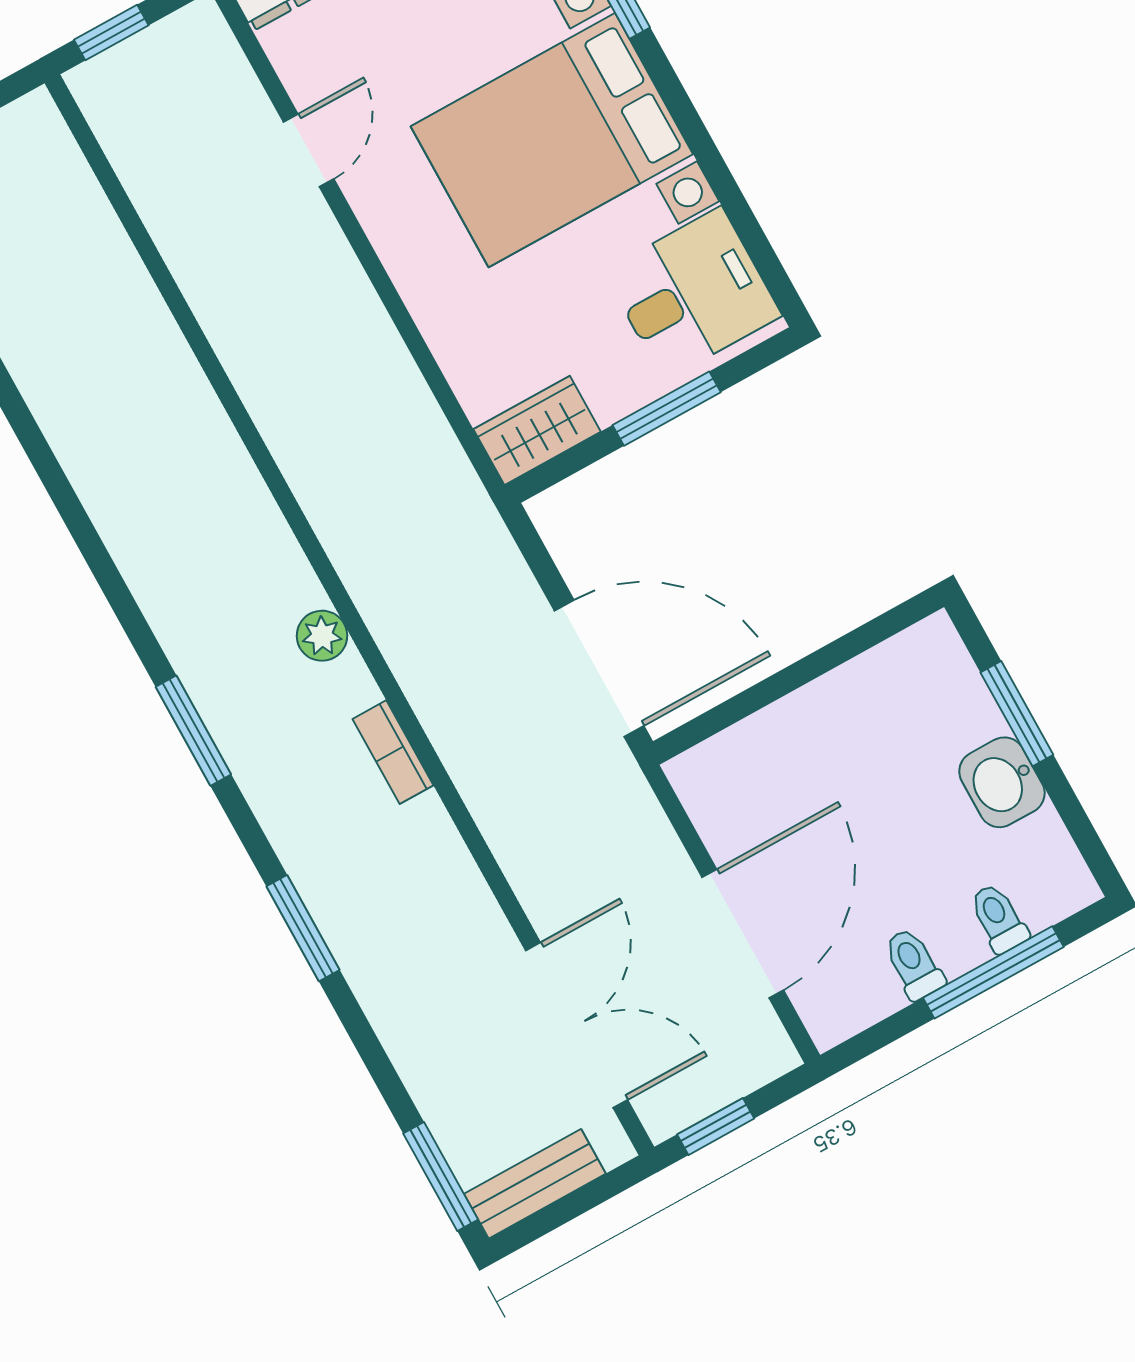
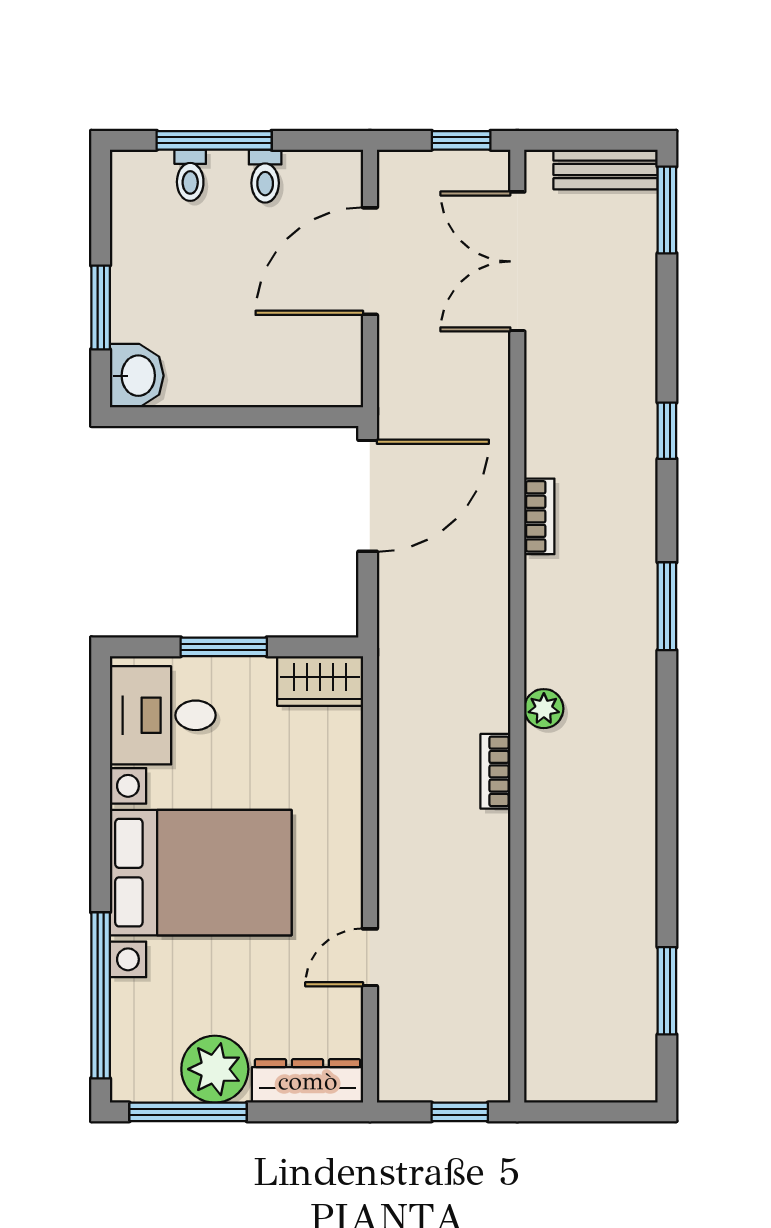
bookcase: (283, 438) -> (495, 771), added
plant: (322, 636) -> (544, 709), moved
door: (599, 668) -> (368, 496), swing flipped
washbasin: (1002, 782) -> (137, 376), moved
window: (303, 928) -> (667, 431), width x0.67

